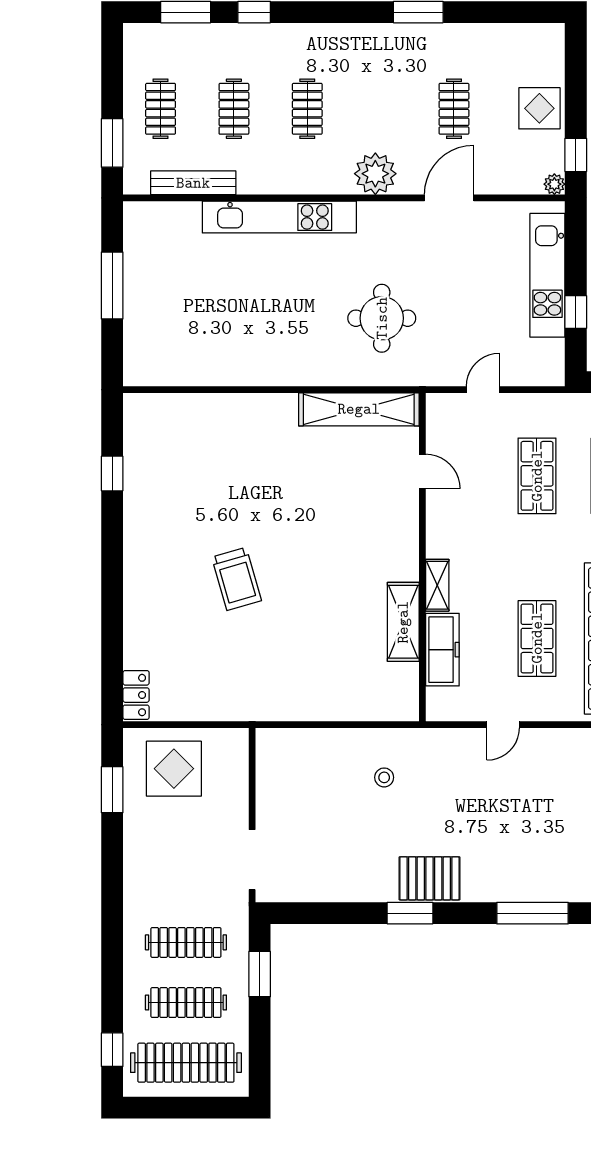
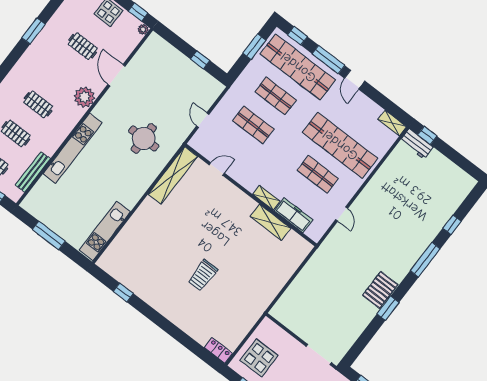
kitchen unit: (547, 275) -> (105, 231), moved, turned 90
trolley: (237, 579) -> (203, 275), turned 106
stool: (384, 777) -> (326, 277), removed

